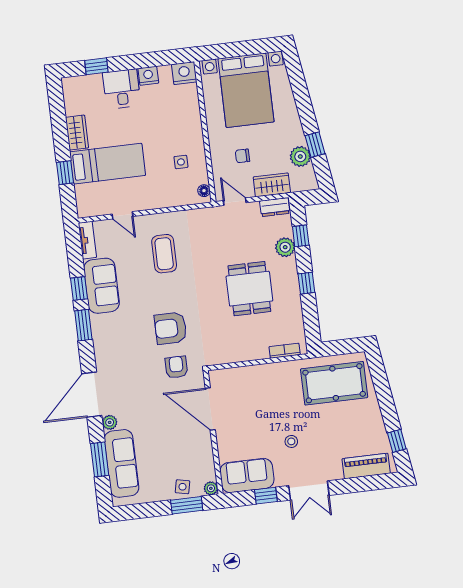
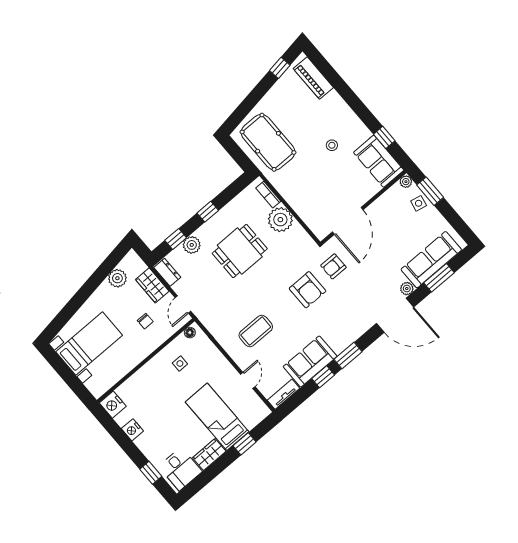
desk: (122, 89) -> (180, 469), moved, turned -90
bed with nightstands: (246, 90) -> (89, 344), width x0.73
window: (315, 145) -> (101, 273), removed
plant: (254, 346) -> (280, 220), added
double door: (309, 490) -> (359, 108), removed

